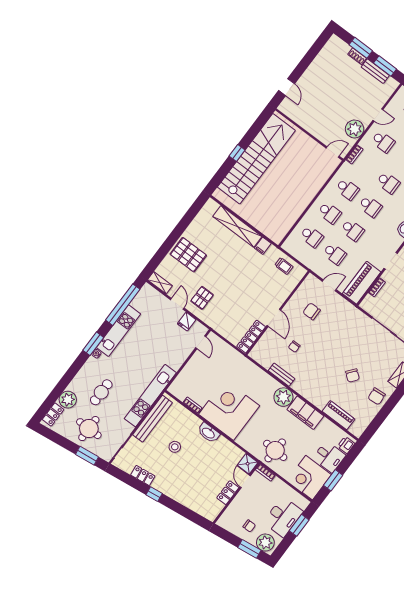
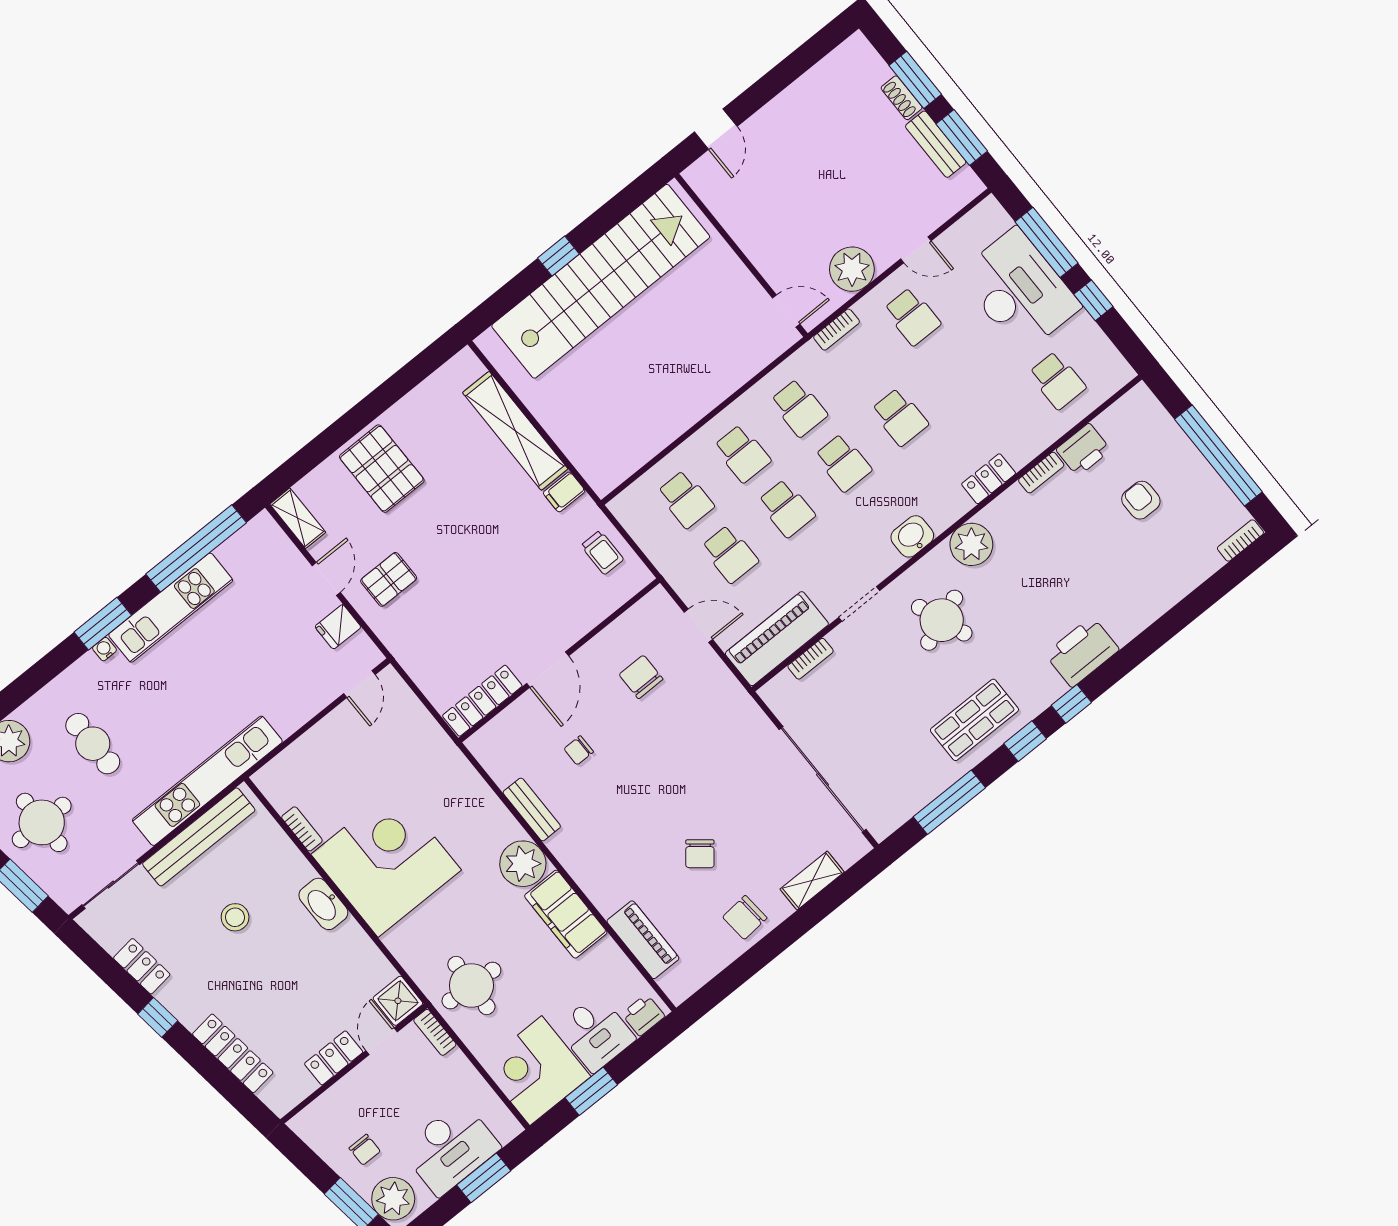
cafe table: (101, 392) -> (93, 744), turned 90
locker: (187, 501) -> (233, 1053), added

